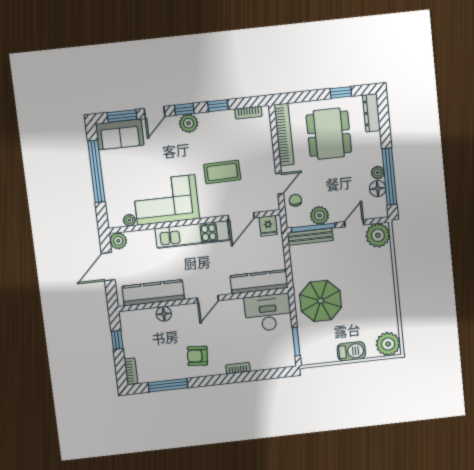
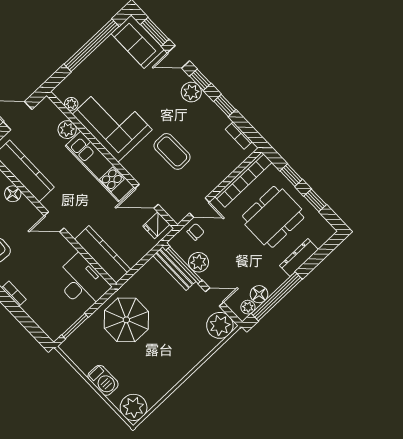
window: (308, 96) -> (291, 175), added
dresser: (371, 113) -> (299, 258), moved
plant: (378, 173) -> (248, 307), moved
plant: (118, 241) -> (67, 130), moved

